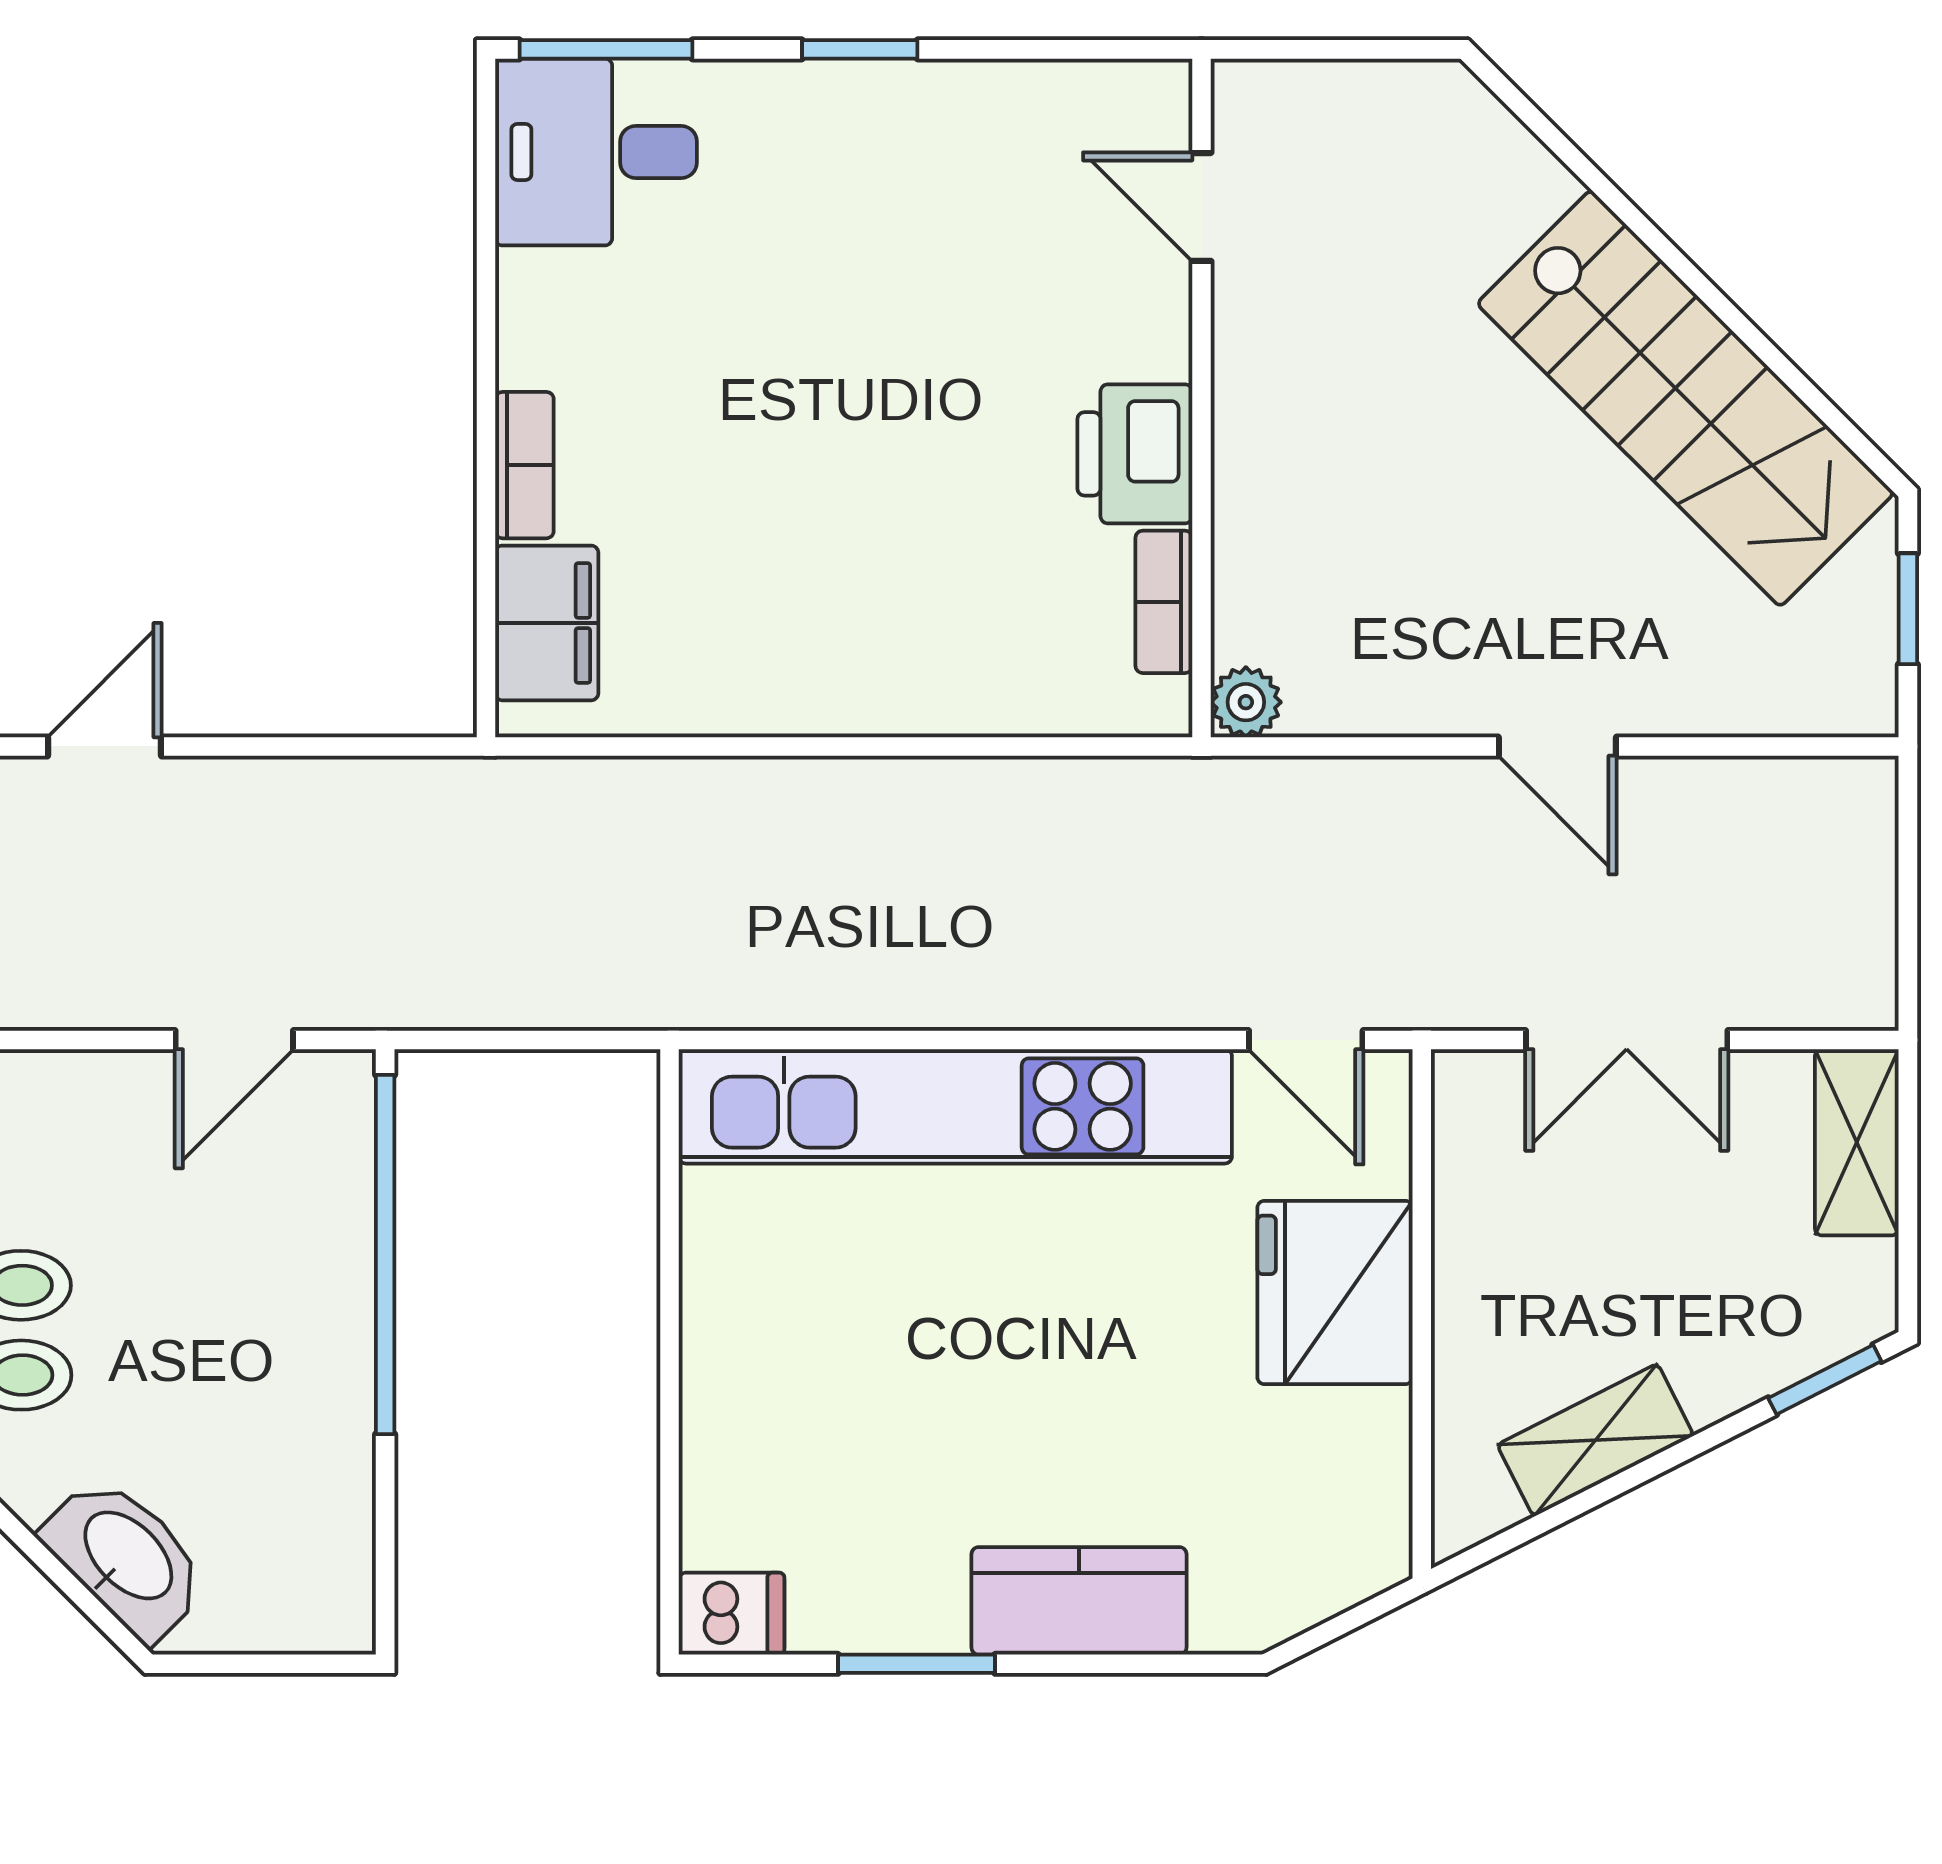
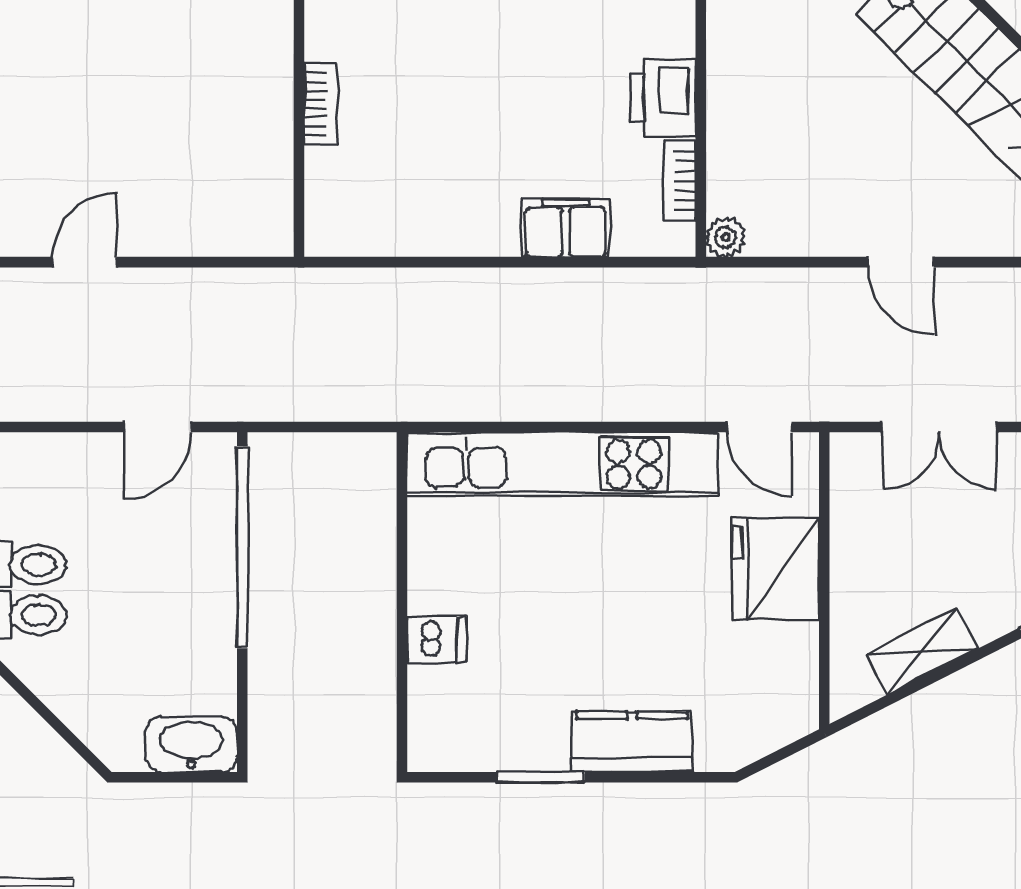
filing cabinet: (547, 623) -> (566, 228), moved, turned -90
washbasin: (126, 1558) -> (191, 744), moved, turned -45
dishwasher: (731, 1614) -> (437, 639), moved

